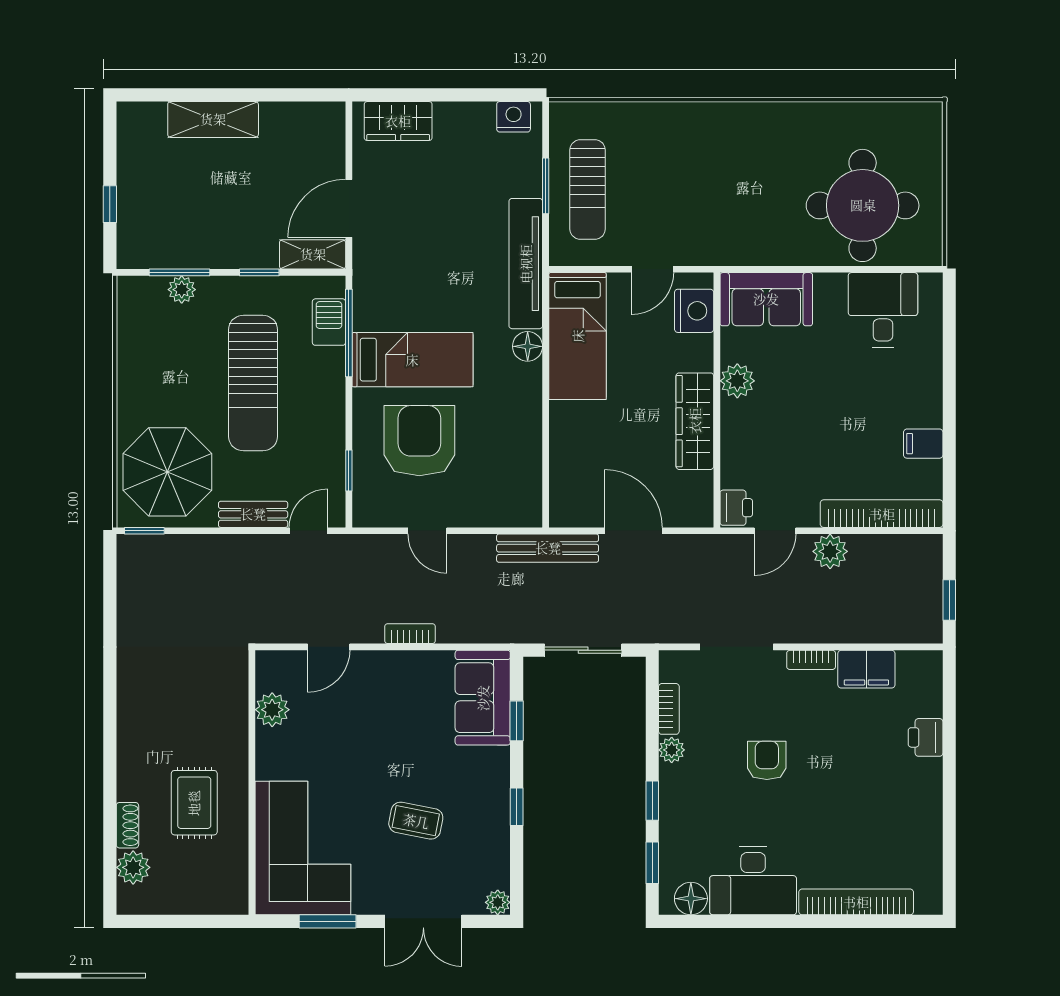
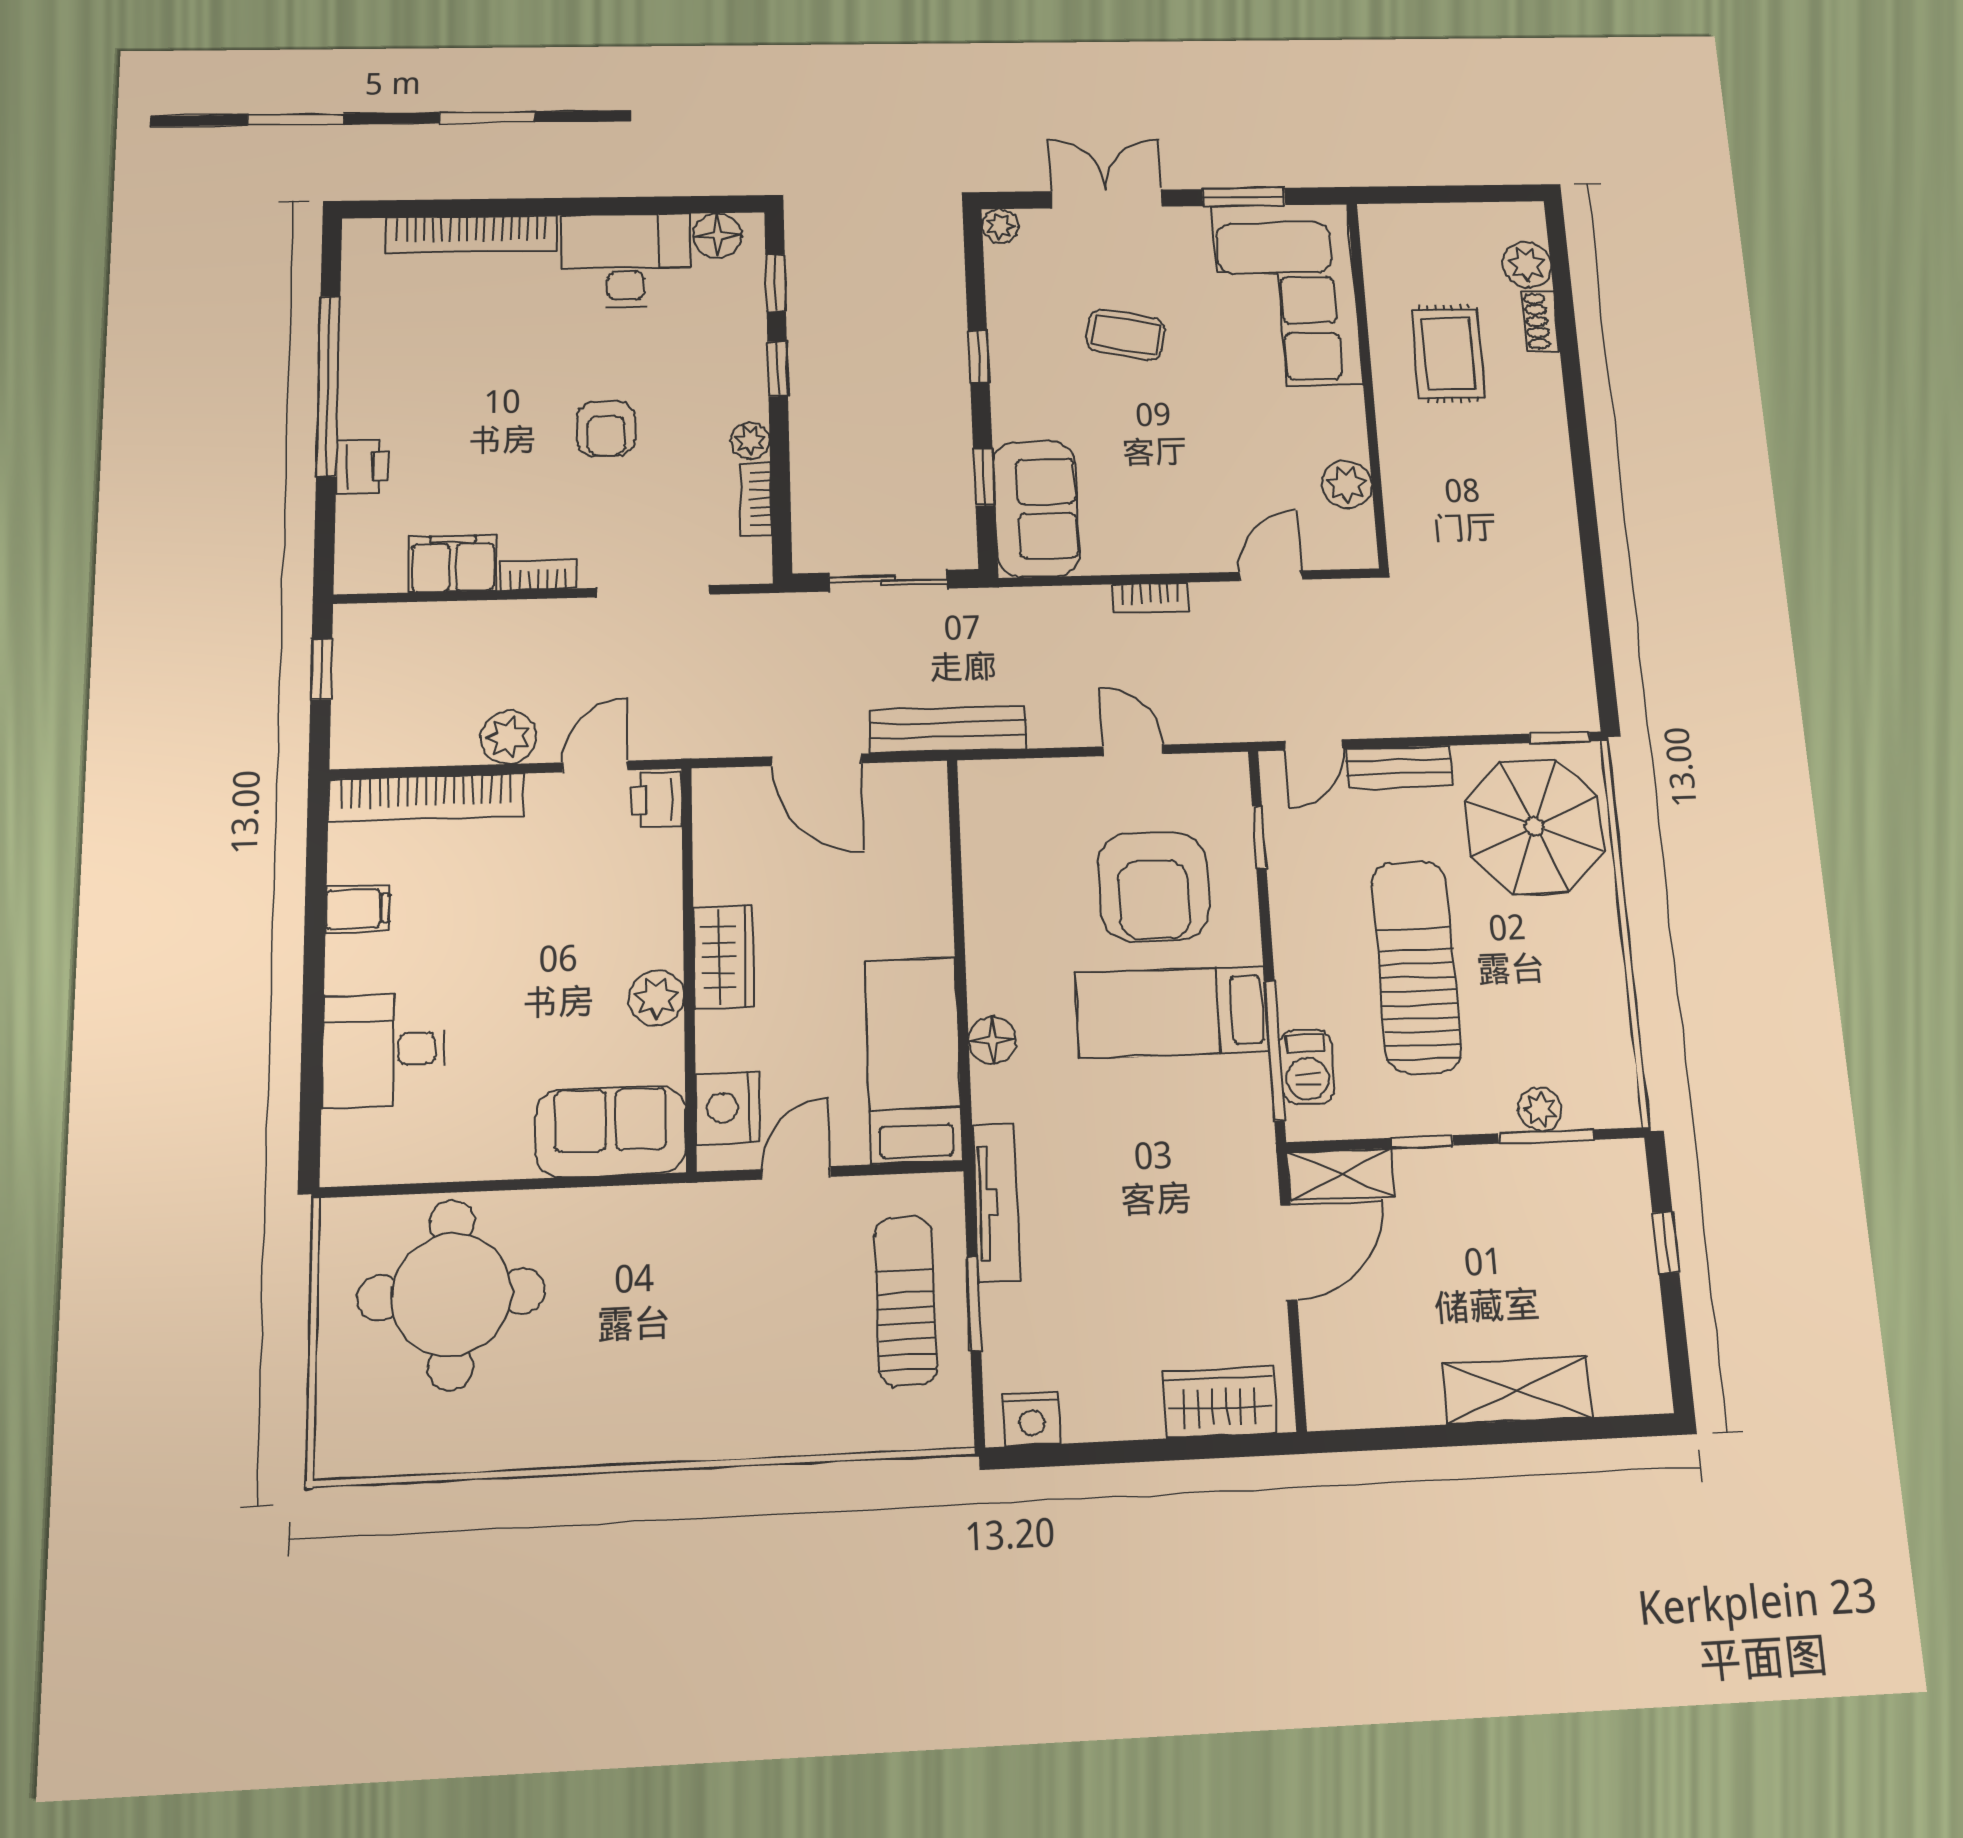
tv unit: (526, 264) -> (996, 1202), width x0.73, depth x0.78
desk: (883, 310) -> (384, 1050), moved, turned 90
wardrobe: (695, 421) -> (724, 957), width x0.67
window: (949, 794) -> (328, 386), added

